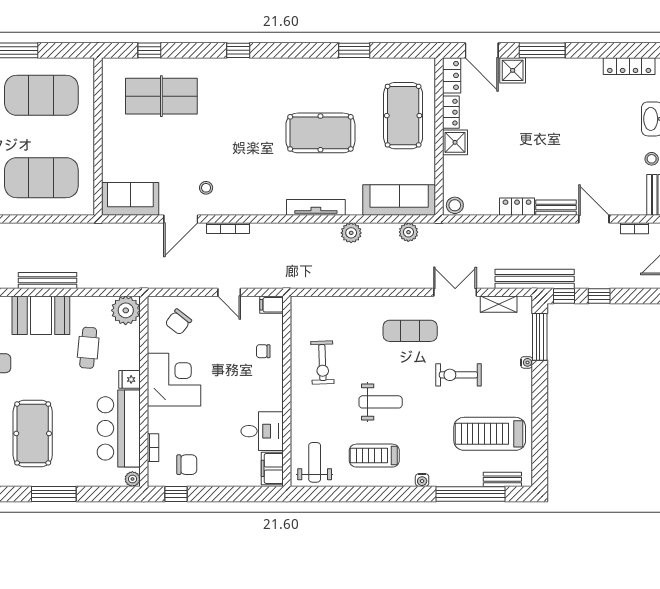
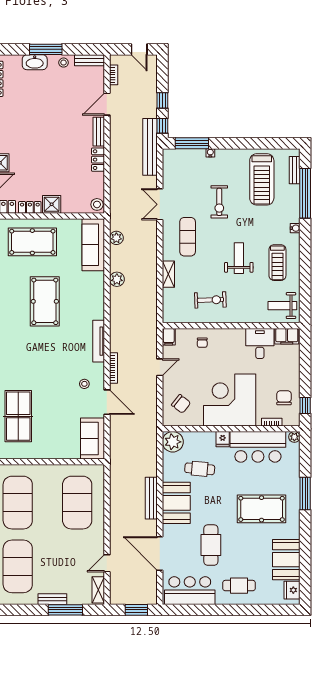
tv unit: (316, 207) -> (99, 341), moved
shelving: (499, 304) -> (168, 274), moved
corner desk: (174, 380) -> (230, 400), width x1.36, depth x1.36

